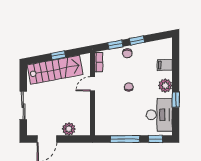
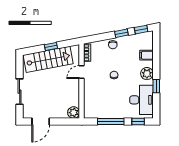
window: (115, 45) -> (141, 30), moved
plant: (69, 129) -> (74, 113), moved

